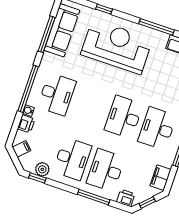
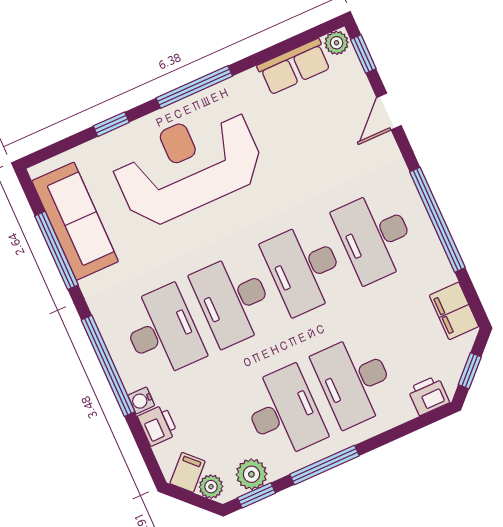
window: (156, 27) -> (194, 87), moved
desk: (90, 106) -> (233, 300), added
plant: (25, 161) -> (211, 487), added
window: (94, 197) -> (324, 465), moved

